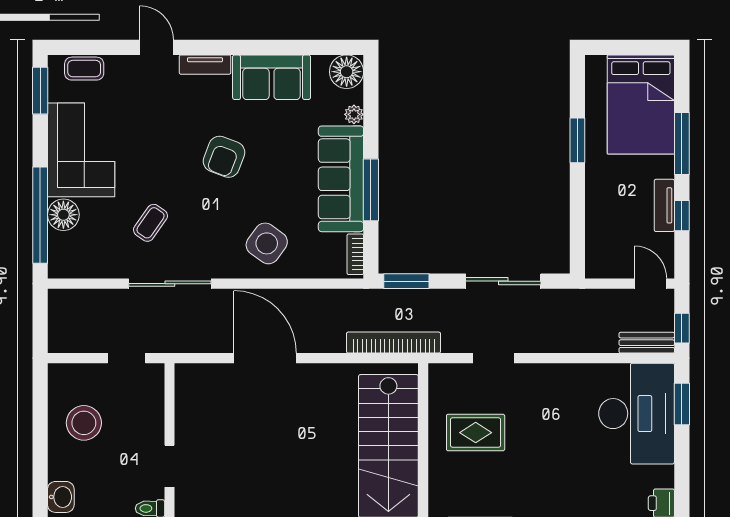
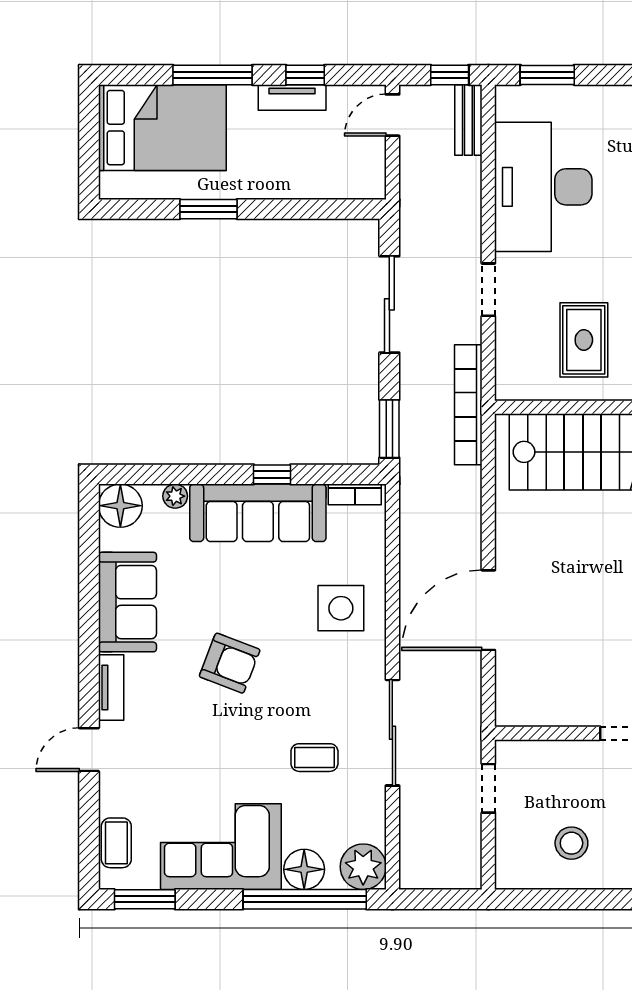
window: (371, 190) -> (272, 474), width x0.46
coffee table: (151, 223) -> (314, 758), turned -35
side table: (267, 243) -> (341, 608), turned -36
plant: (65, 261) -> (363, 867), added
bookcase: (394, 343) -> (468, 405), moved
doorway: (494, 358) -> (488, 290), moved
desk: (637, 414) -> (543, 187), moved, turned -90
stool: (84, 423) -> (571, 843), width x0.73, depth x0.73

